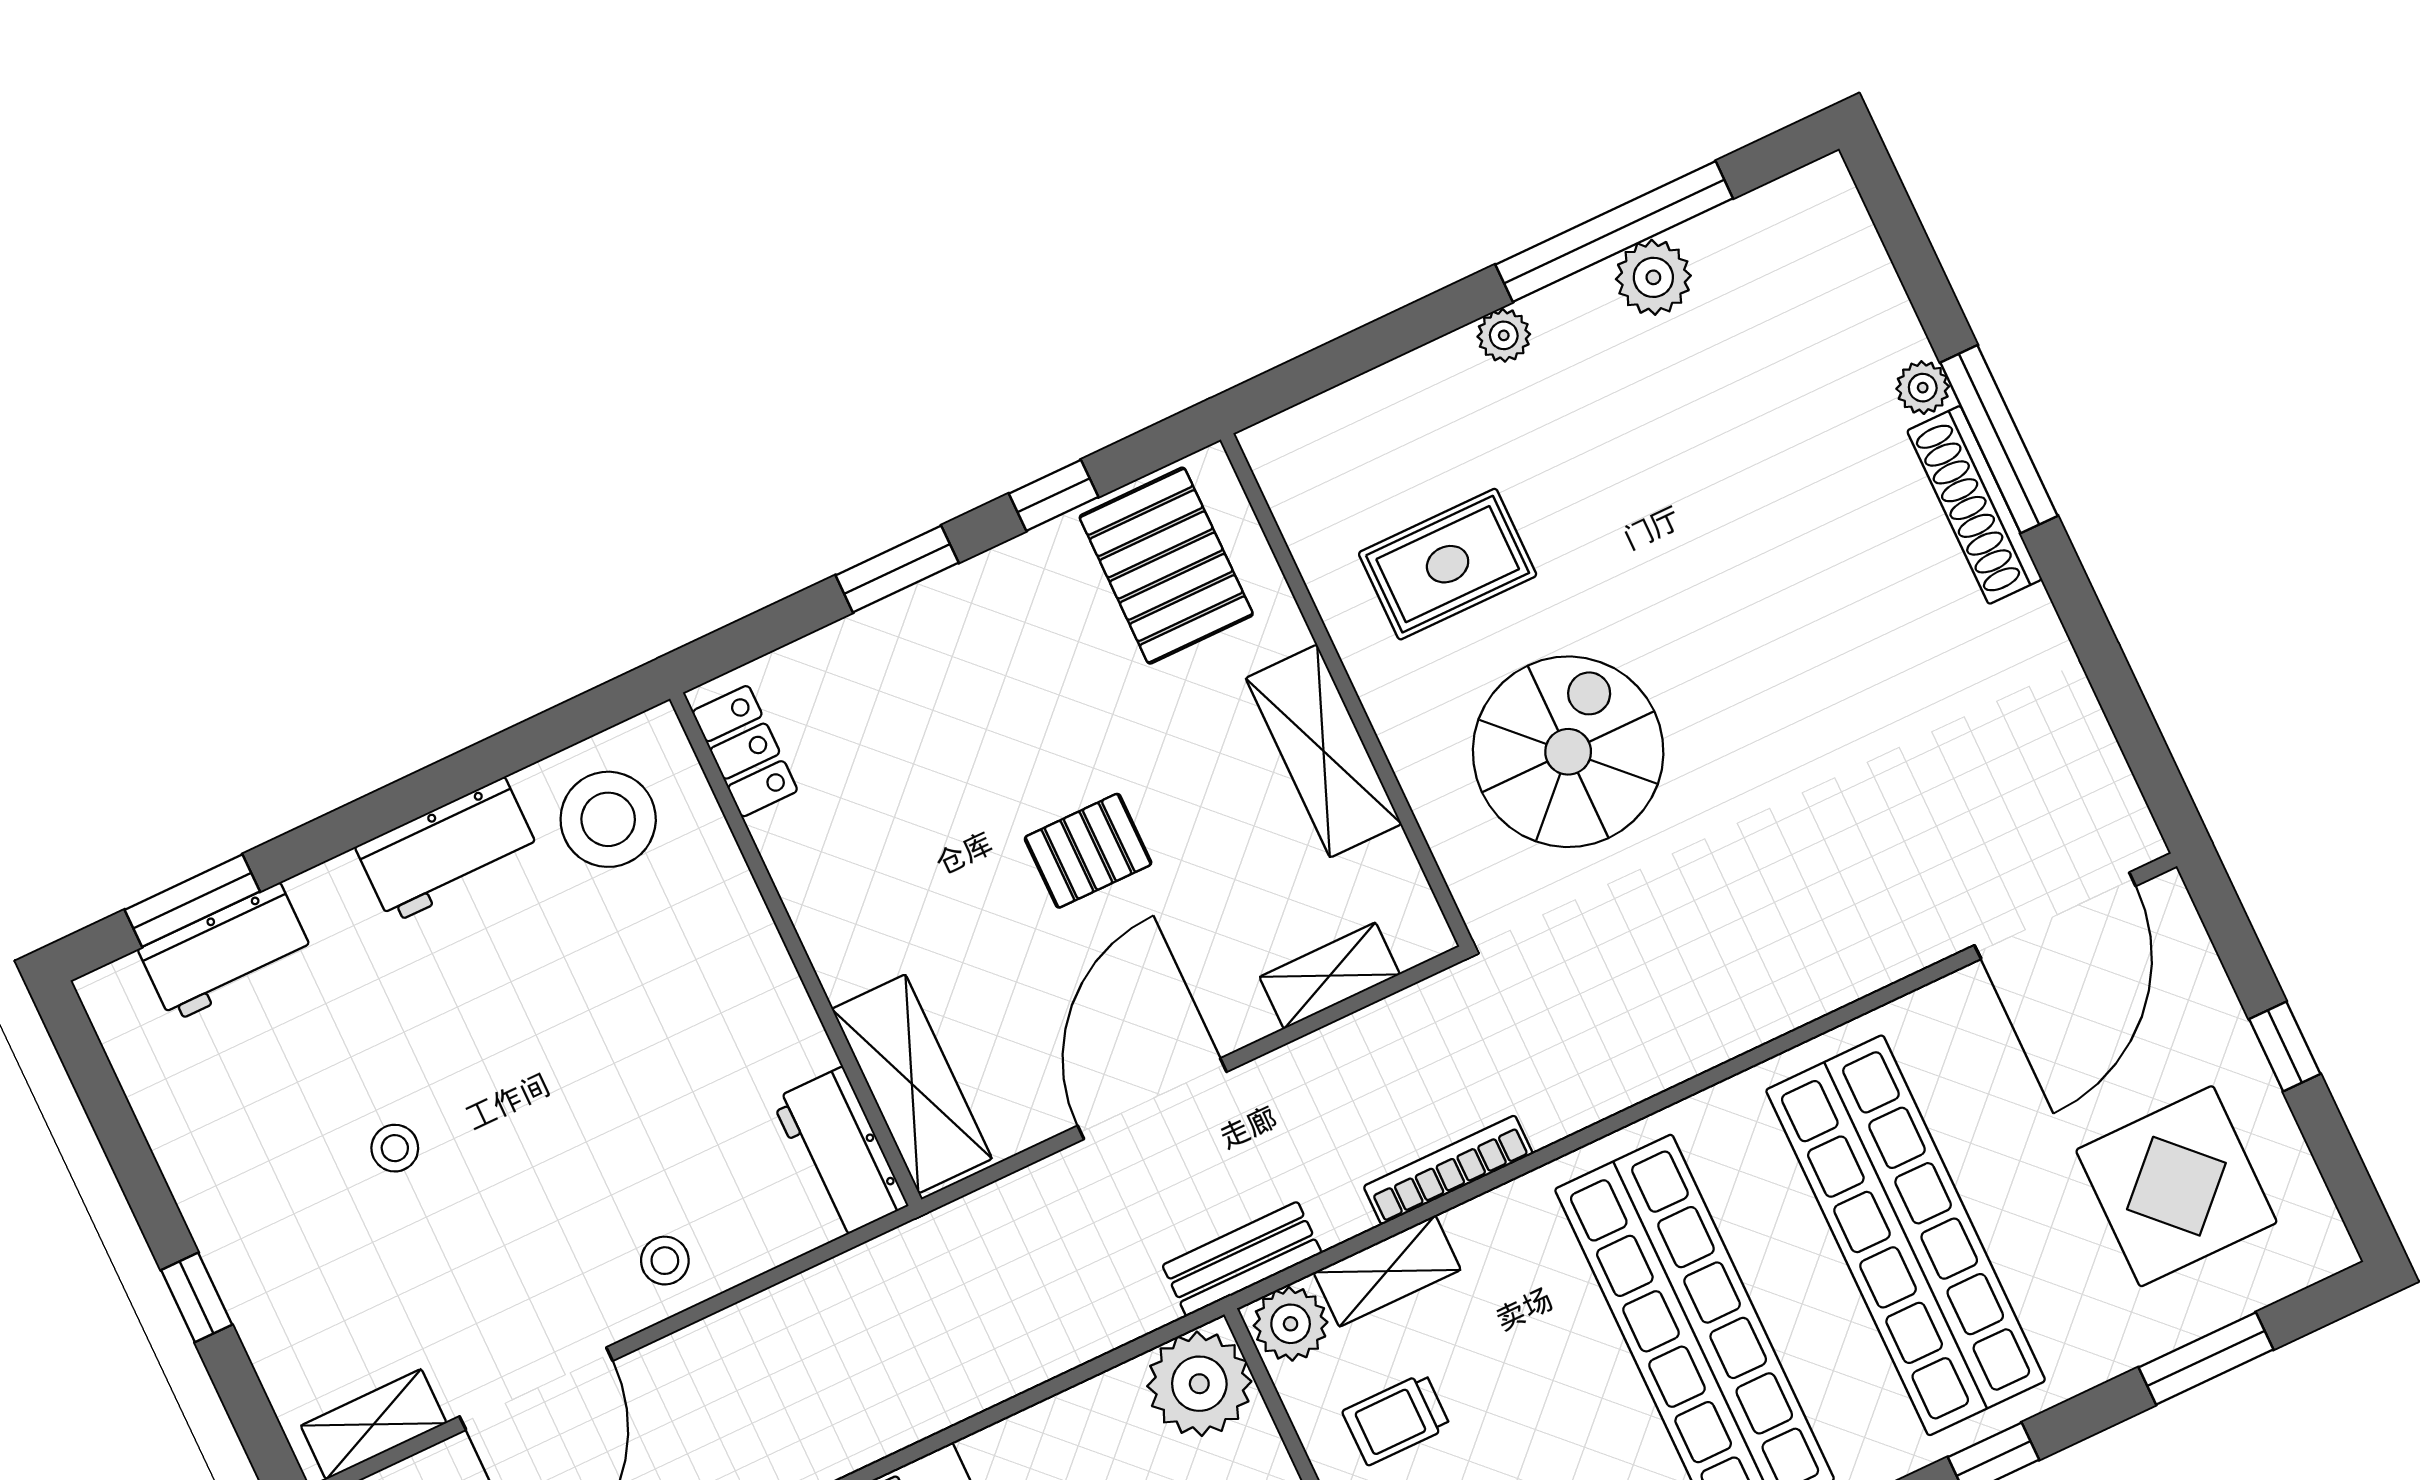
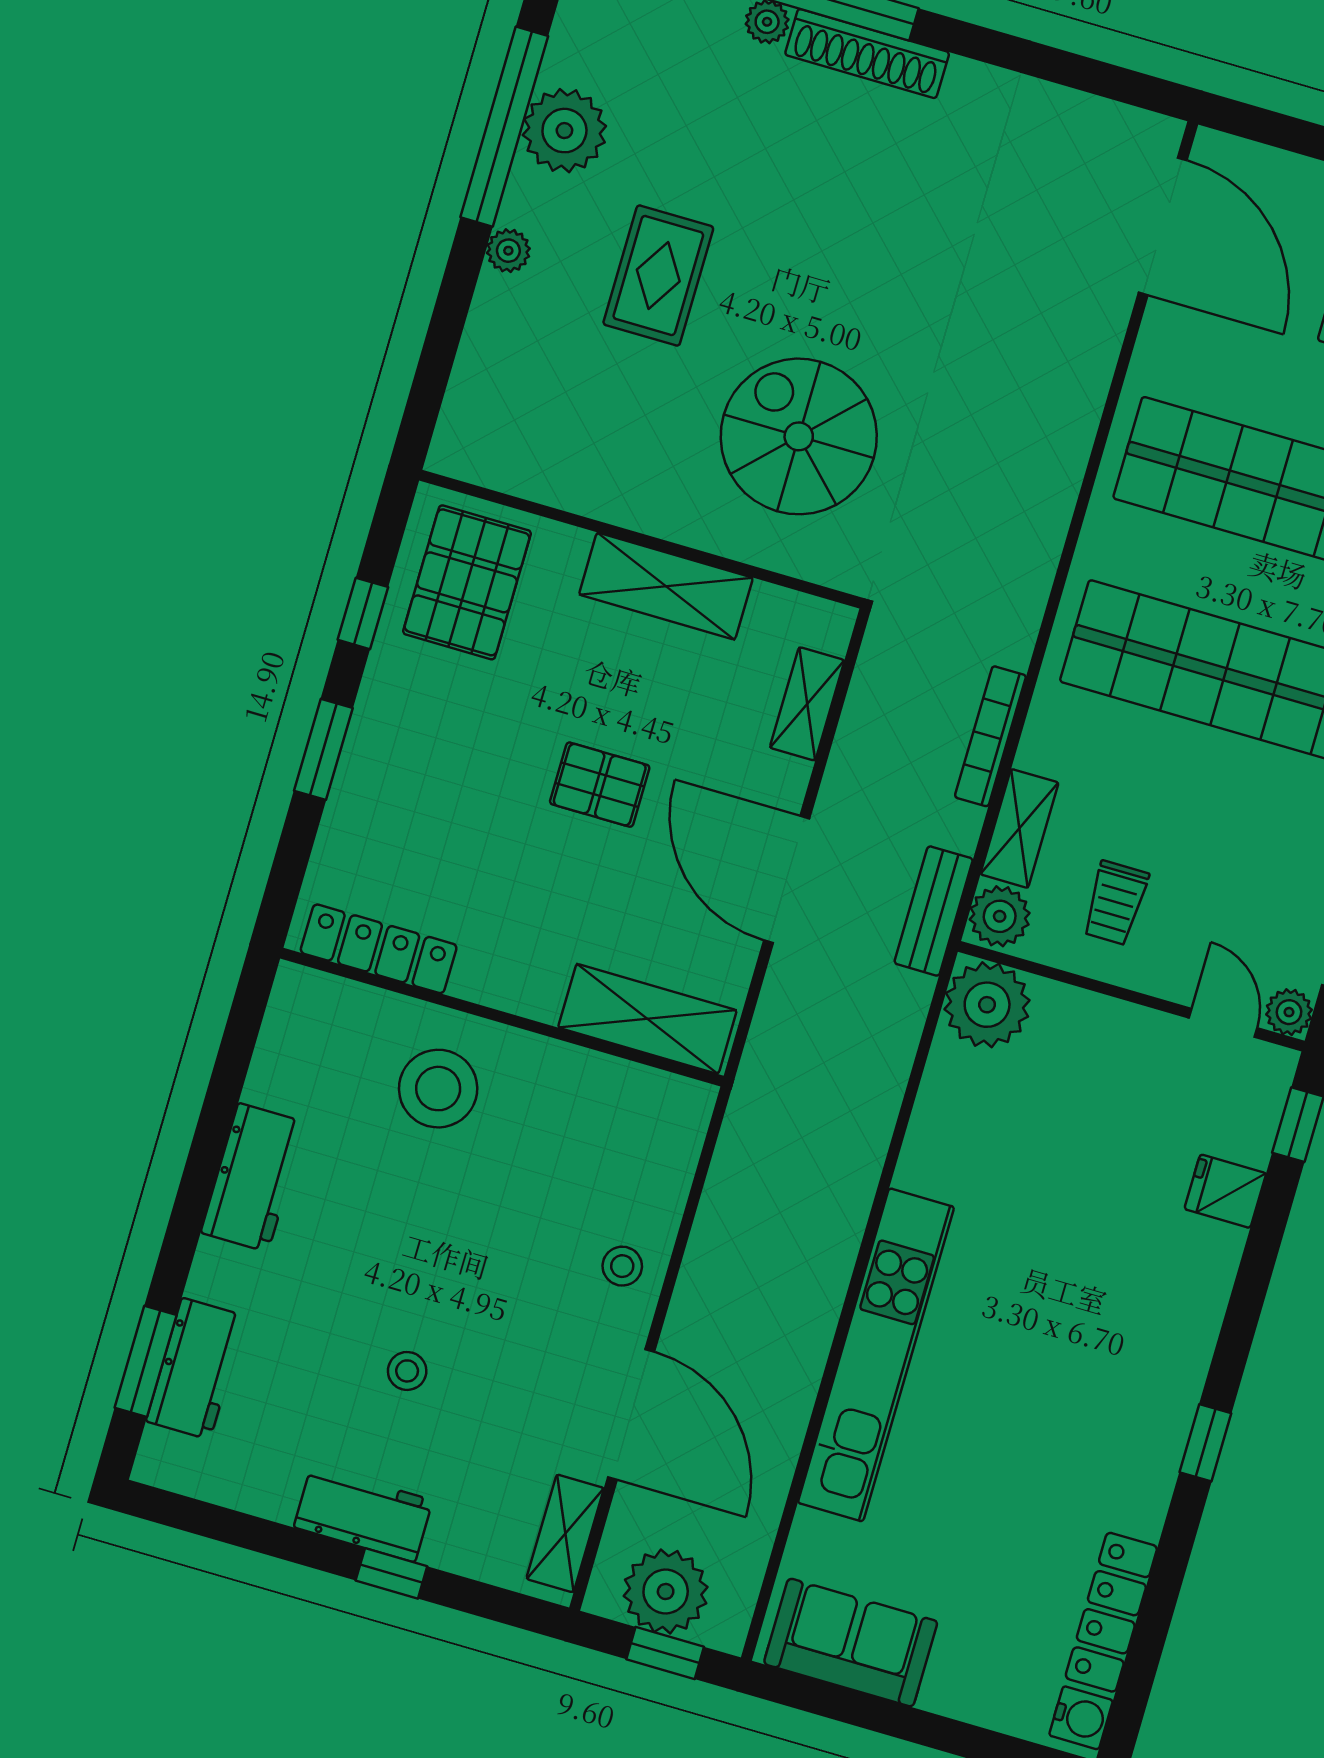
plant: (1653, 277) -> (564, 131), width x1.36, depth x1.36
rug: (1448, 564) -> (658, 276), moved
pallet: (1166, 566) -> (467, 582), turned 90
locker: (745, 751) -> (379, 949), width x1.53
stool: (608, 819) -> (438, 1089), moved
pallet: (1088, 851) -> (600, 785), turned 90
workbench: (840, 1153) -> (363, 1514), moved, turned 180

